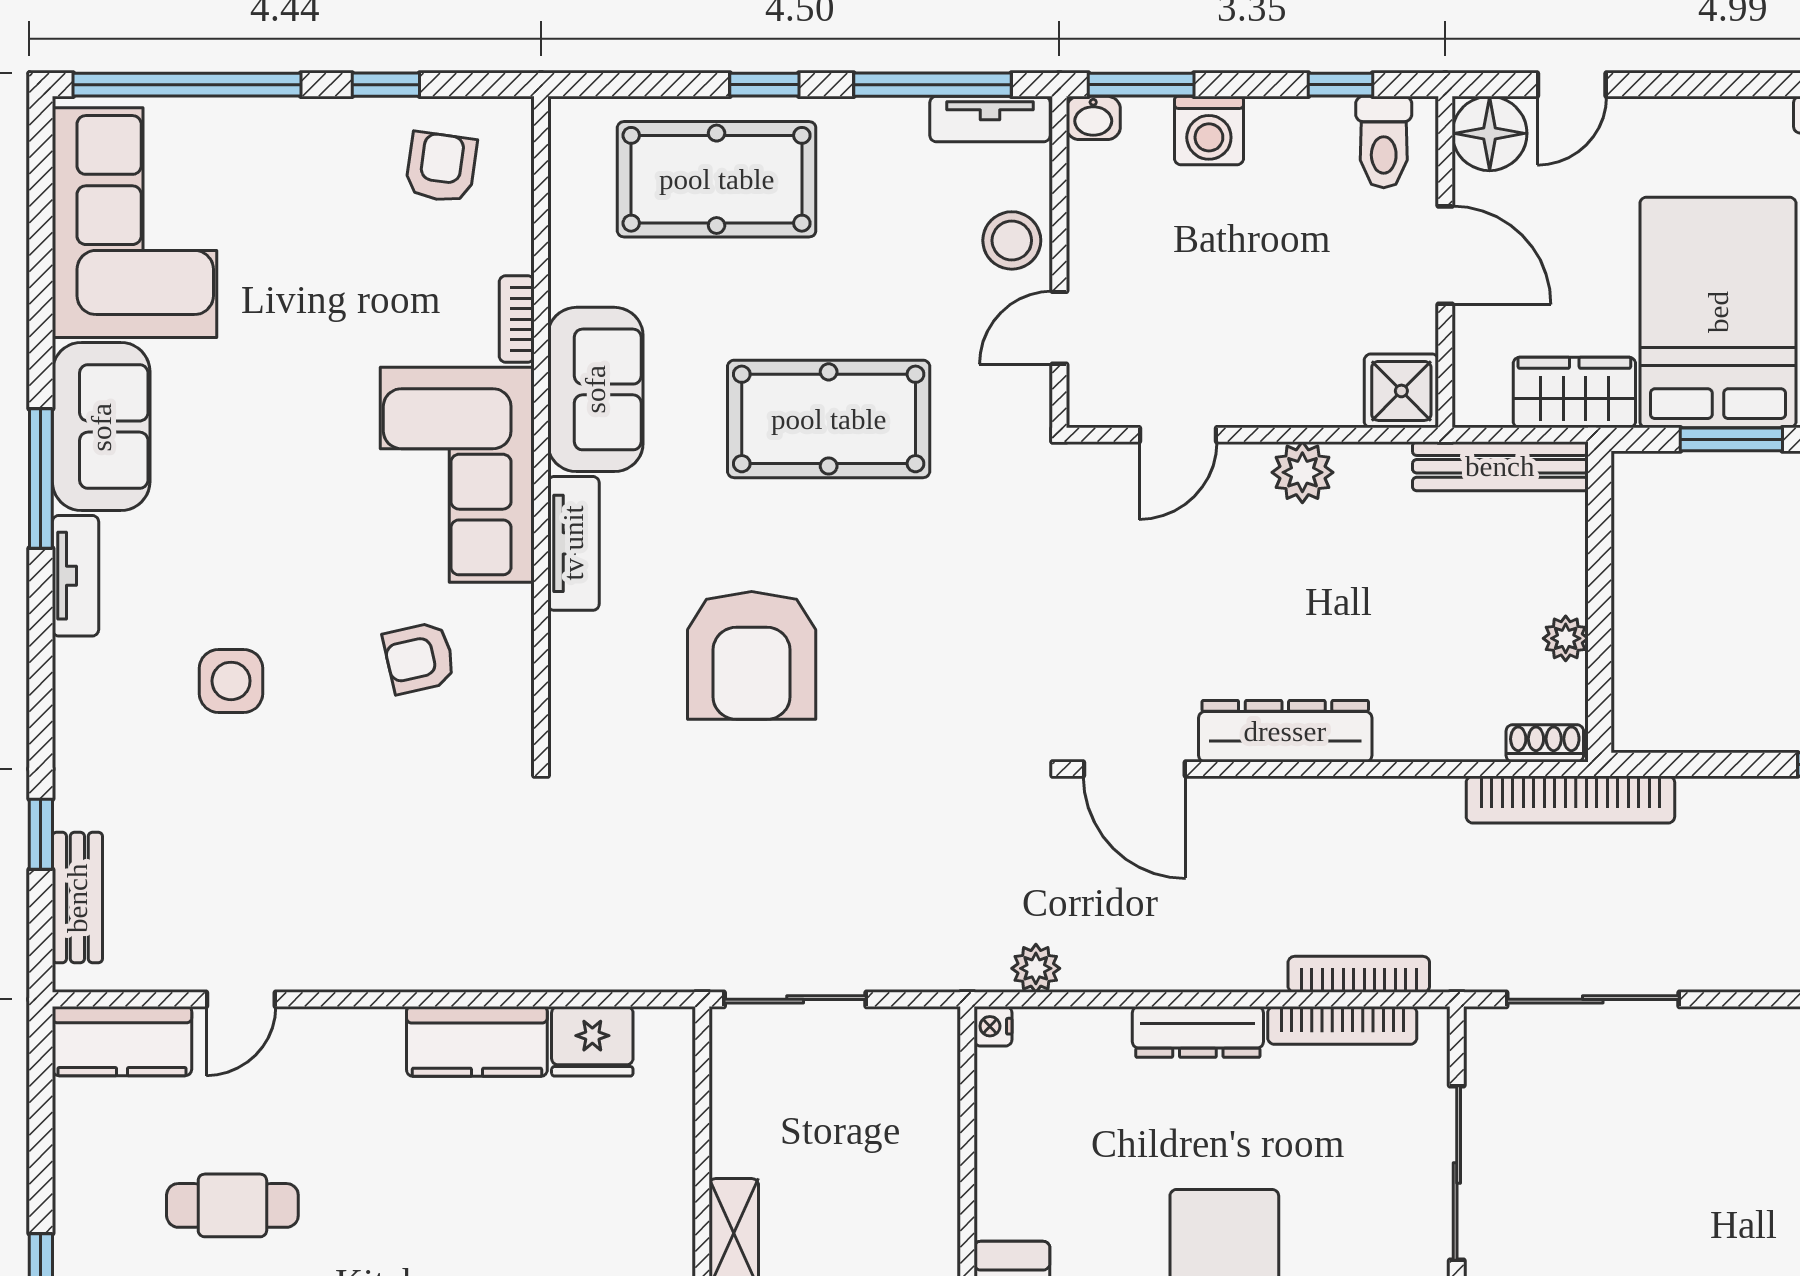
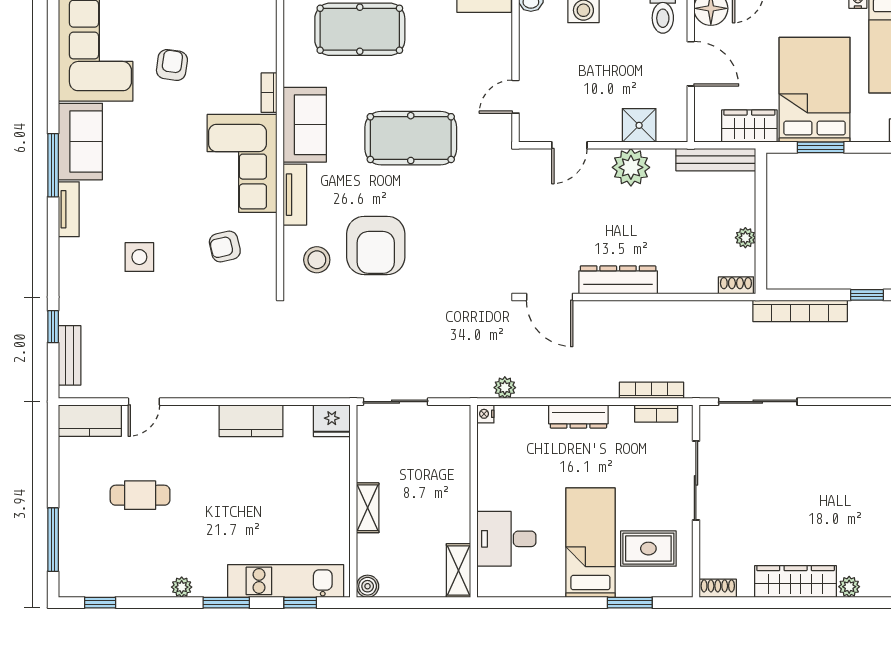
armchair: (441, 167) -> (172, 65), moved
stool: (1012, 240) -> (317, 260), moved
shower: (1401, 391) -> (639, 125), moved
plant: (1302, 472) -> (631, 167), width x1.36, depth x1.36
bookcase: (1570, 799) -> (800, 311), moved
bookcase: (1342, 1025) -> (656, 413), width x0.64
fridge: (592, 1041) -> (332, 421), moved

